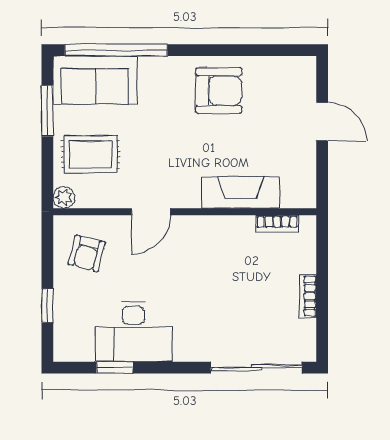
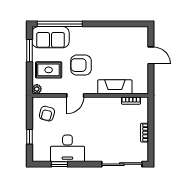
armchair: (219, 91) -> (81, 65), moved, turned 180

